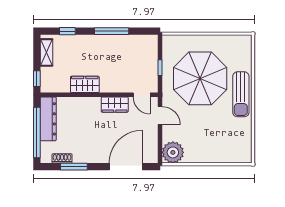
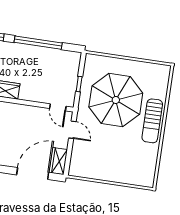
window: (112, 31) -> (38, 43), width x1.46
wardrobe: (115, 105) -> (58, 161), moved, turned 90
plant: (173, 152) -> (79, 167), removed

